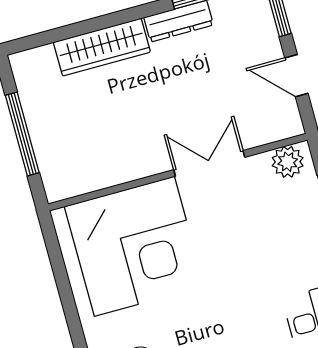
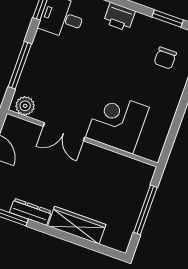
corner desk: (134, 246) -> (117, 122), width x0.74, depth x0.74

